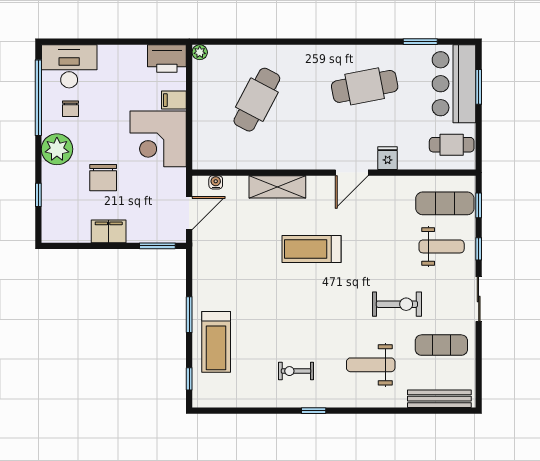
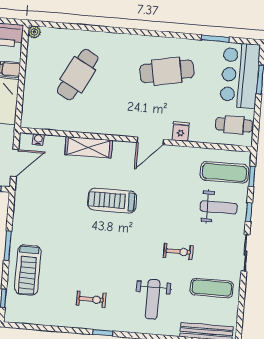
exercise bike: (397, 304) -> (178, 252), width x0.73, depth x0.72
weight bench: (371, 365) -> (153, 299), turned -90
exercise bike: (296, 371) -> (91, 299), turned 180

